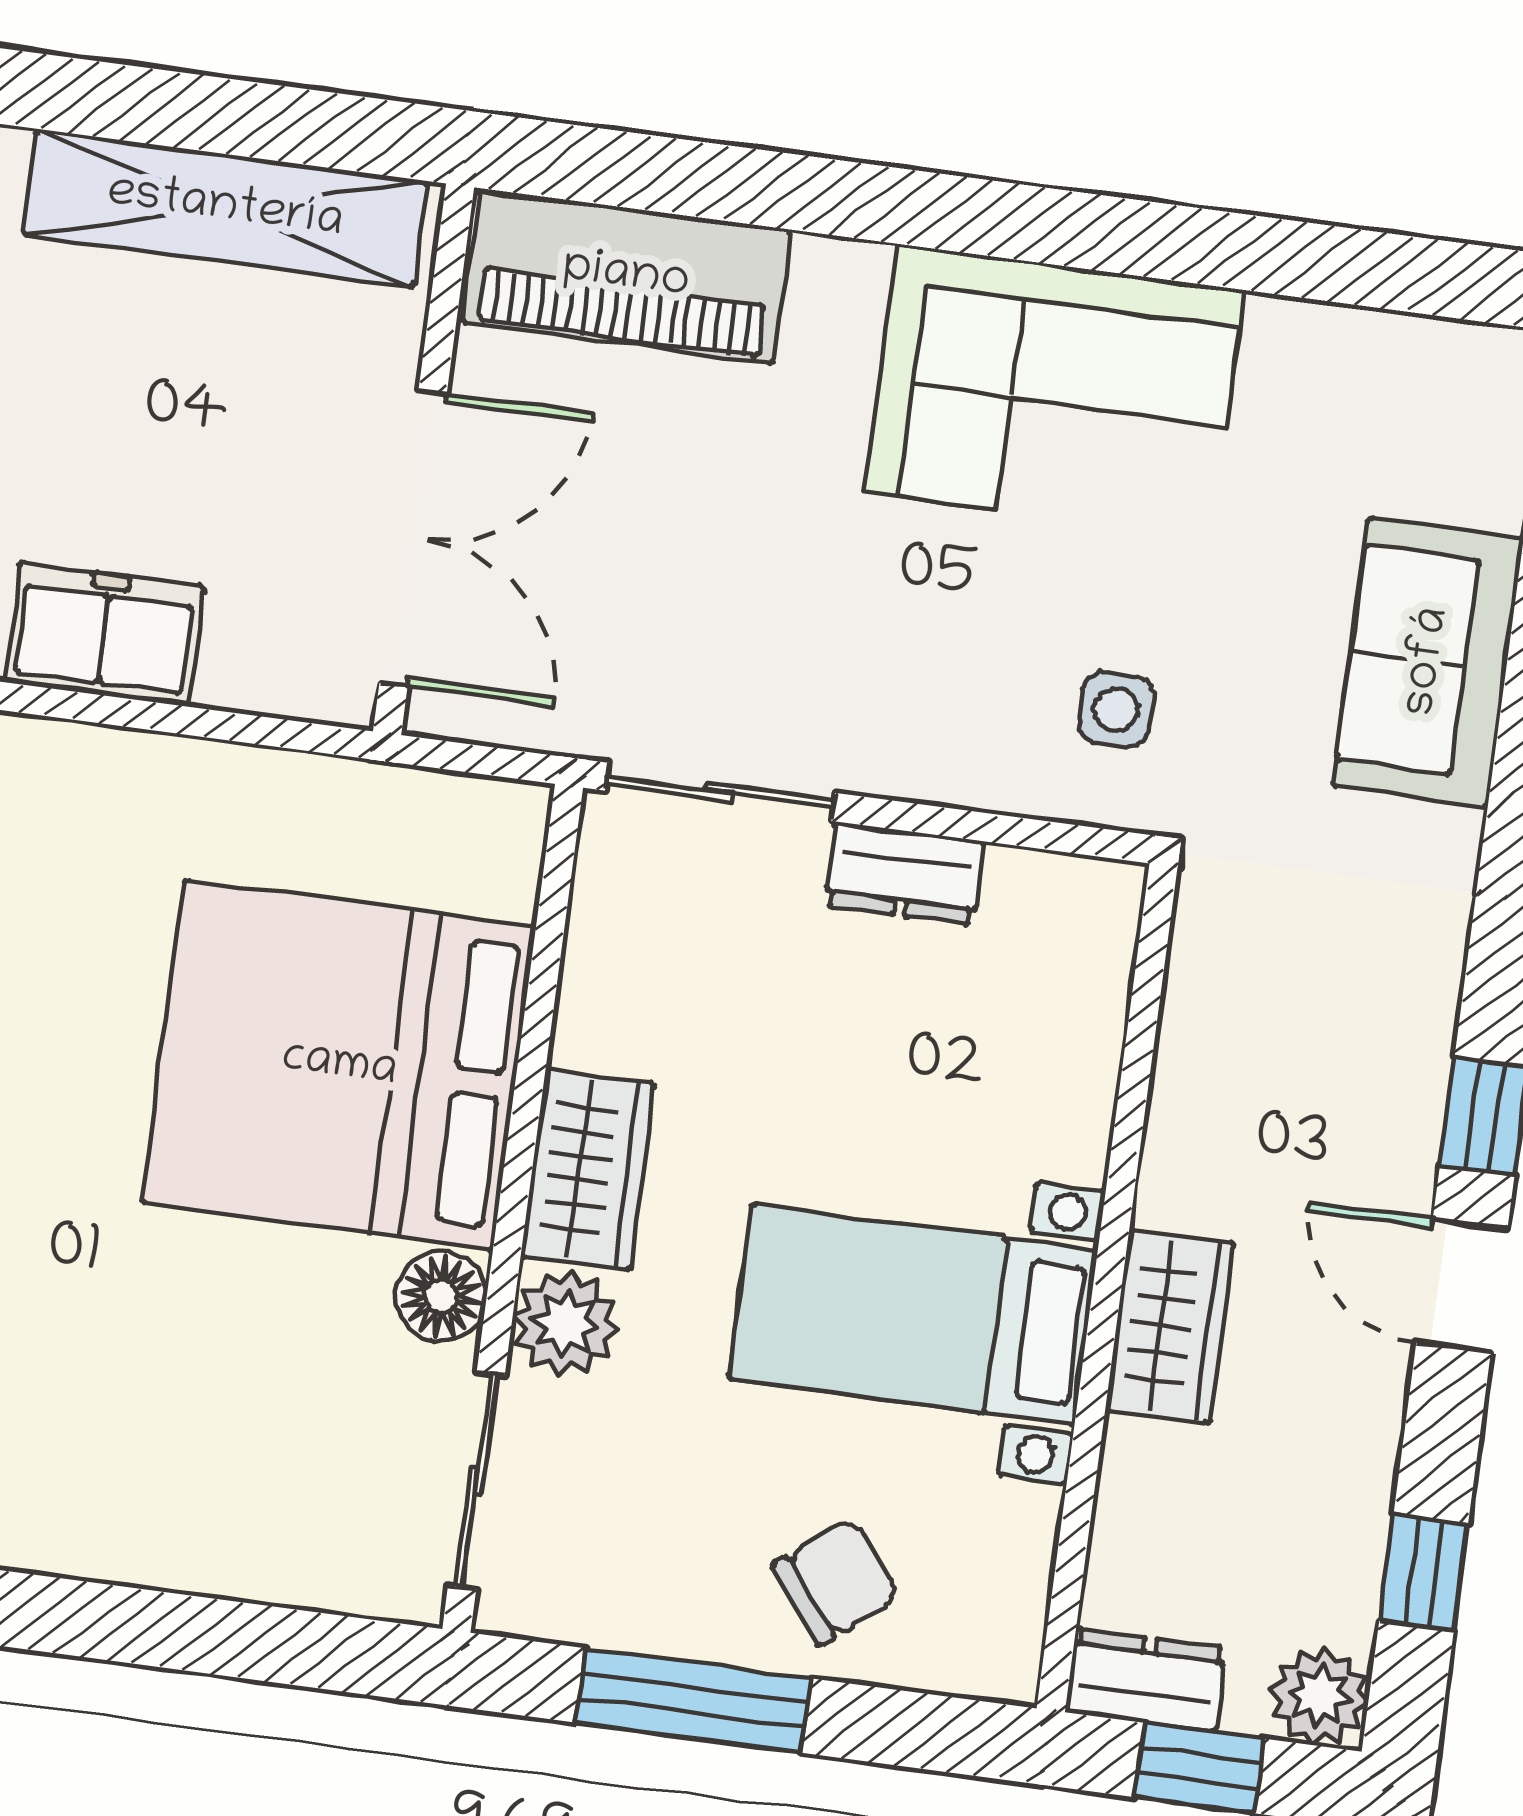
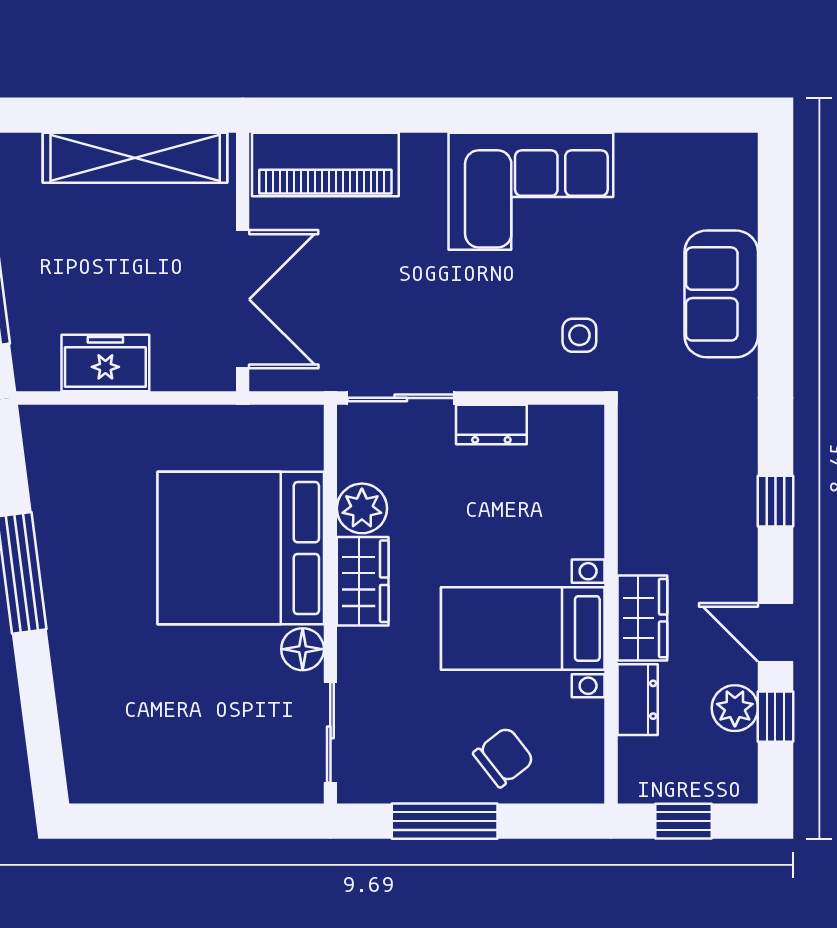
door: (1462, 1286) -> (775, 632), moved
plant: (565, 1323) -> (362, 508), moved
dresser: (1145, 1680) -> (638, 700), moved, turned 90
plant: (1319, 1696) -> (735, 708), moved

